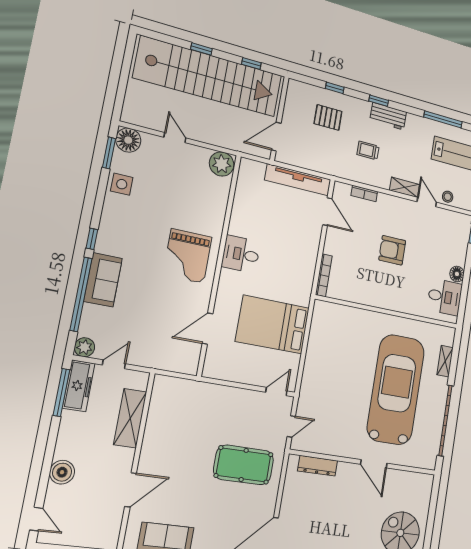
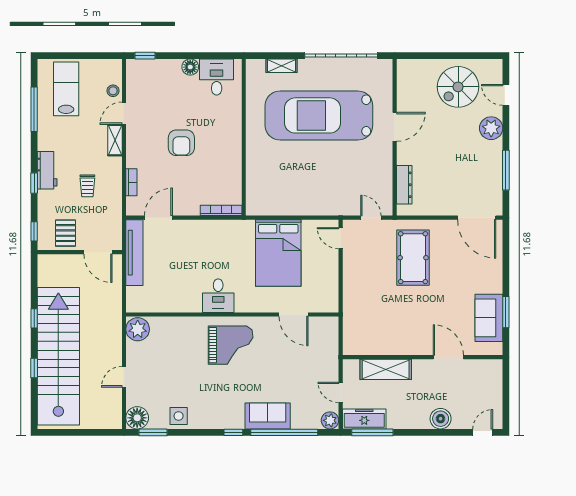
wall: (279, 119) -> (80, 252), moved
door: (276, 136) -> (98, 252), moved

